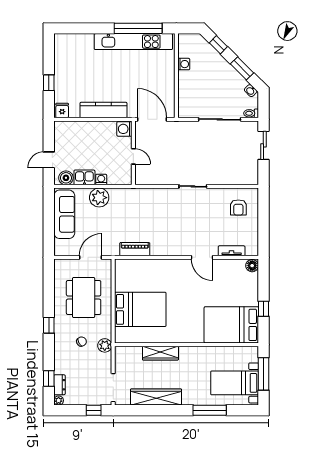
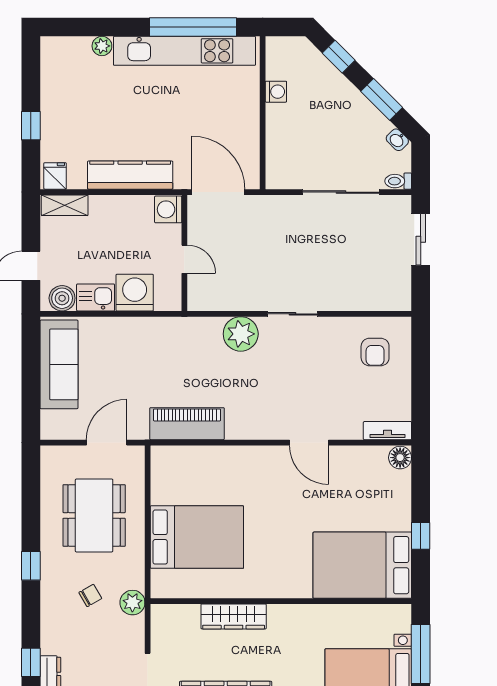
plant: (88, 39) -> (102, 46), added
shelving: (67, 127) -> (65, 205), added
washing machine: (101, 180) -> (135, 293), width x1.89, depth x1.89
plant: (99, 198) -> (241, 334), moved
piano: (135, 249) -> (187, 424), width x1.37, depth x1.33
tv unit: (232, 251) -> (387, 431), moved

